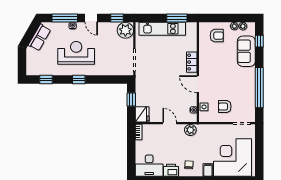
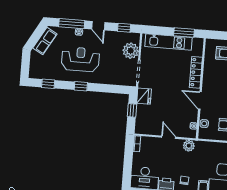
plant: (125, 30) -> (131, 51), moved
locker: (192, 62) -> (196, 72), width x1.53
fridge: (142, 114) -> (144, 96), moved

